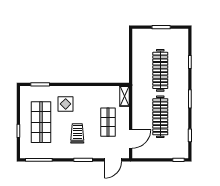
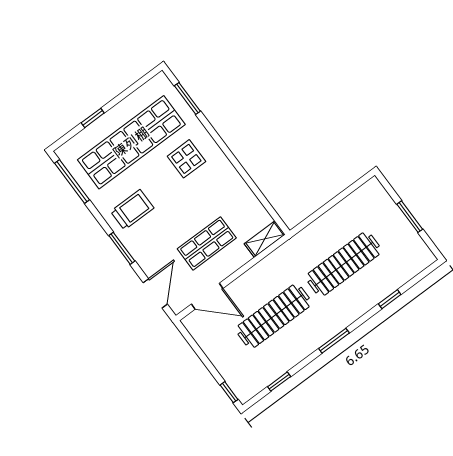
shop shelf: (41, 122) -> (131, 142), width x1.40
trolley: (77, 133) -> (132, 210), moved
door: (113, 160) -> (155, 293), swing flipped

